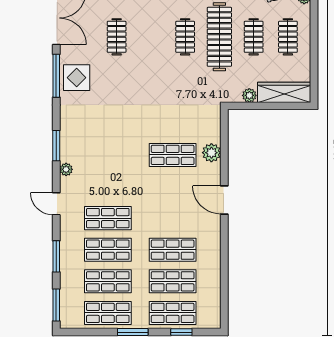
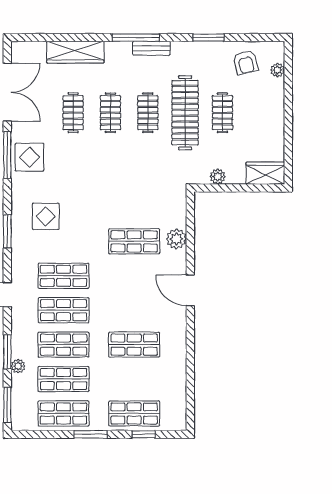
clothes rail: (288, 37) -> (110, 113), moved
wardrobe: (284, 92) -> (265, 173), width x0.67
display table: (91, 132) -> (46, 216), added
plant: (66, 169) -> (18, 366), moved
shop shelf: (173, 281) -> (64, 276), moved

